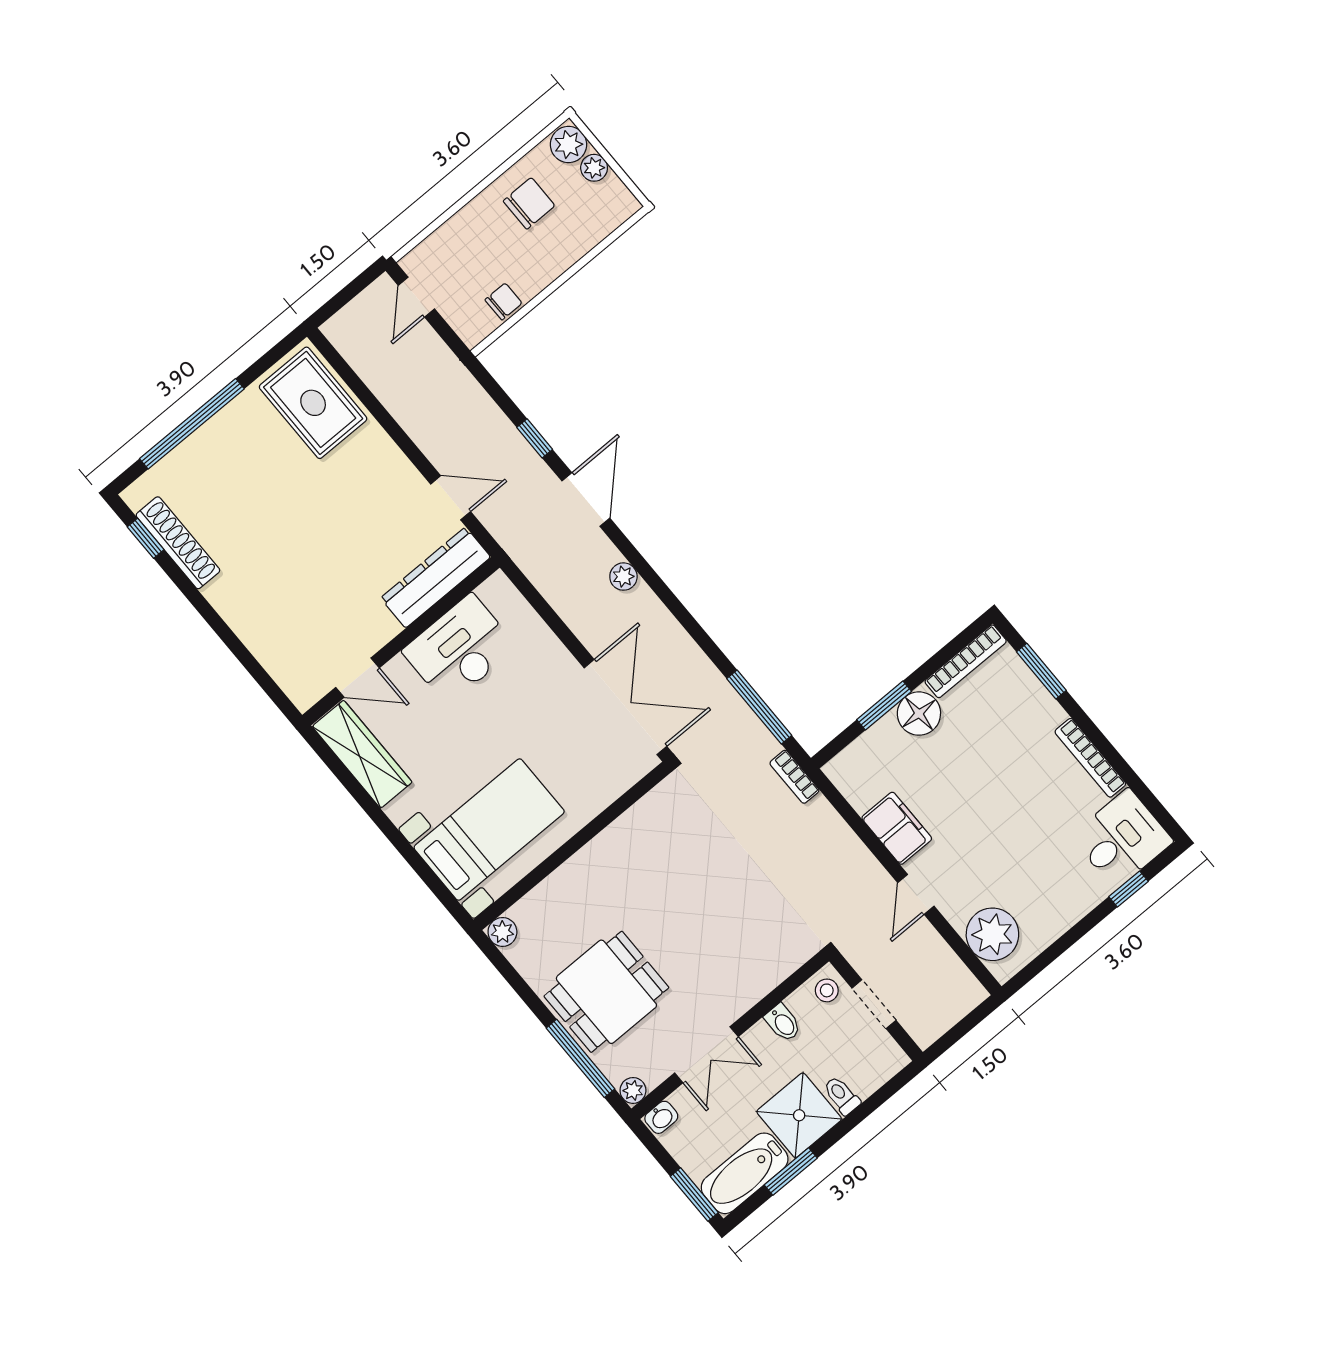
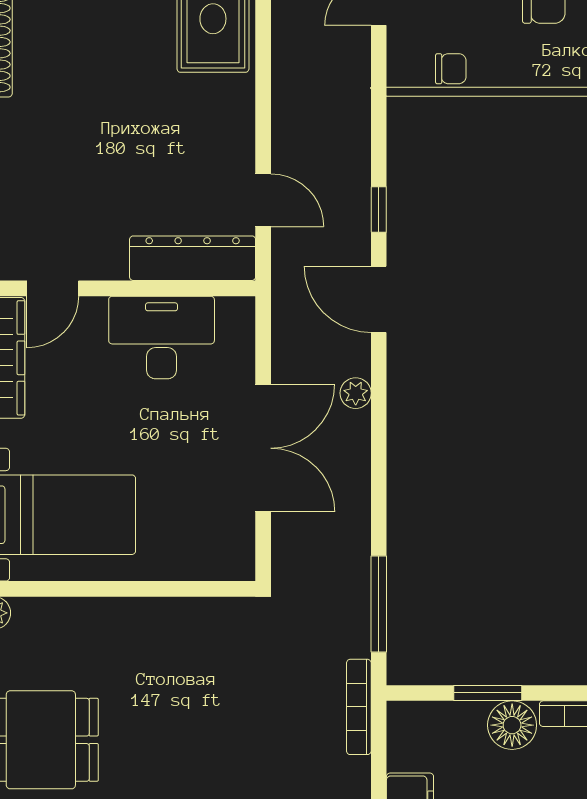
door: (586, 500) -> (379, 299), swing flipped
door: (357, 678) -> (53, 288), hinge flipped
double door: (626, 707) -> (263, 448), moved
bookcase: (794, 777) -> (359, 707), width x1.56

